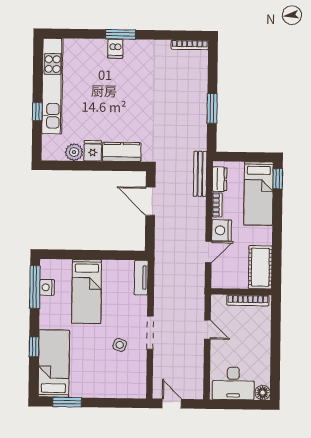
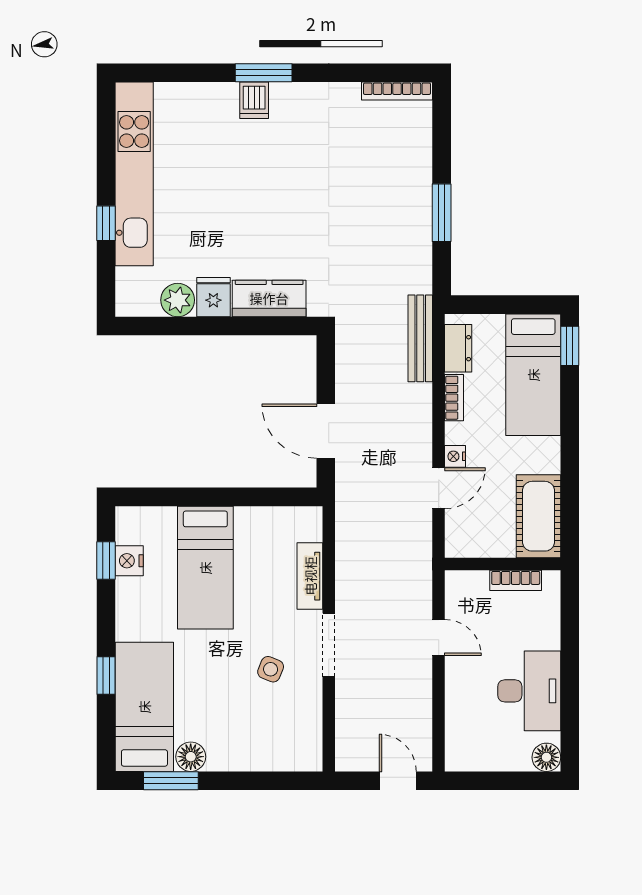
door: (150, 201) -> (326, 431), moved
nightstand: (222, 230) -> (455, 456), width x0.53, depth x0.56
tv unit: (141, 278) -> (310, 576), moved
window: (35, 287) -> (106, 561), width x0.46
bookcase: (248, 300) -> (516, 580), width x0.64
desk: (233, 383) -> (529, 691), moved, turned -90
floor lamp: (78, 390) -> (191, 757), added
door: (172, 404) -> (398, 781), moved

